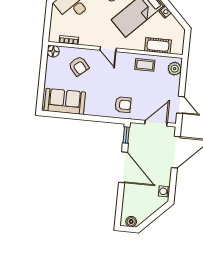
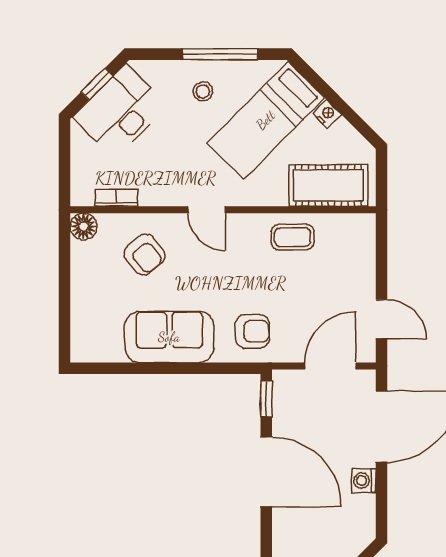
cot: (158, 46) -> (328, 185), width x1.37, depth x1.34
plant: (175, 69) -> (360, 239), removed
sofa: (65, 101) -> (169, 337), moved
washing machine: (164, 191) -> (364, 480), moved

